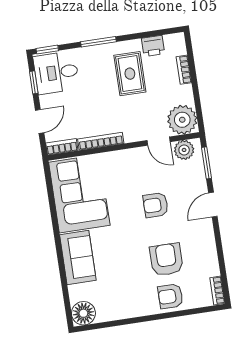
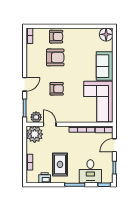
desk: (56, 73) -> (90, 171), moved, turned 90
armchair: (166, 259) -> (55, 57), turned -90

